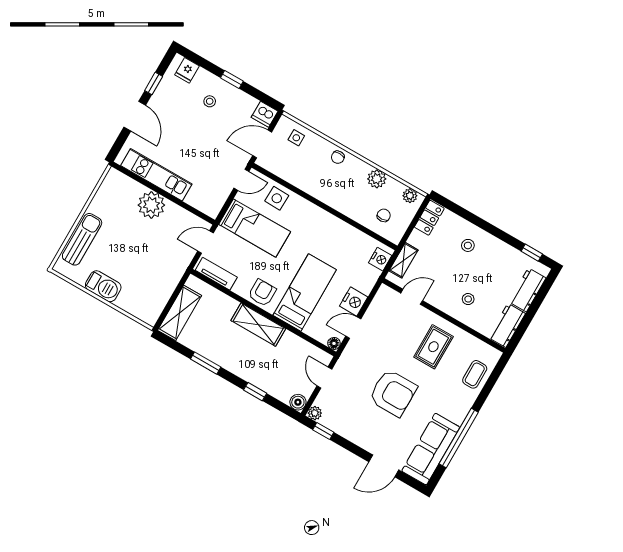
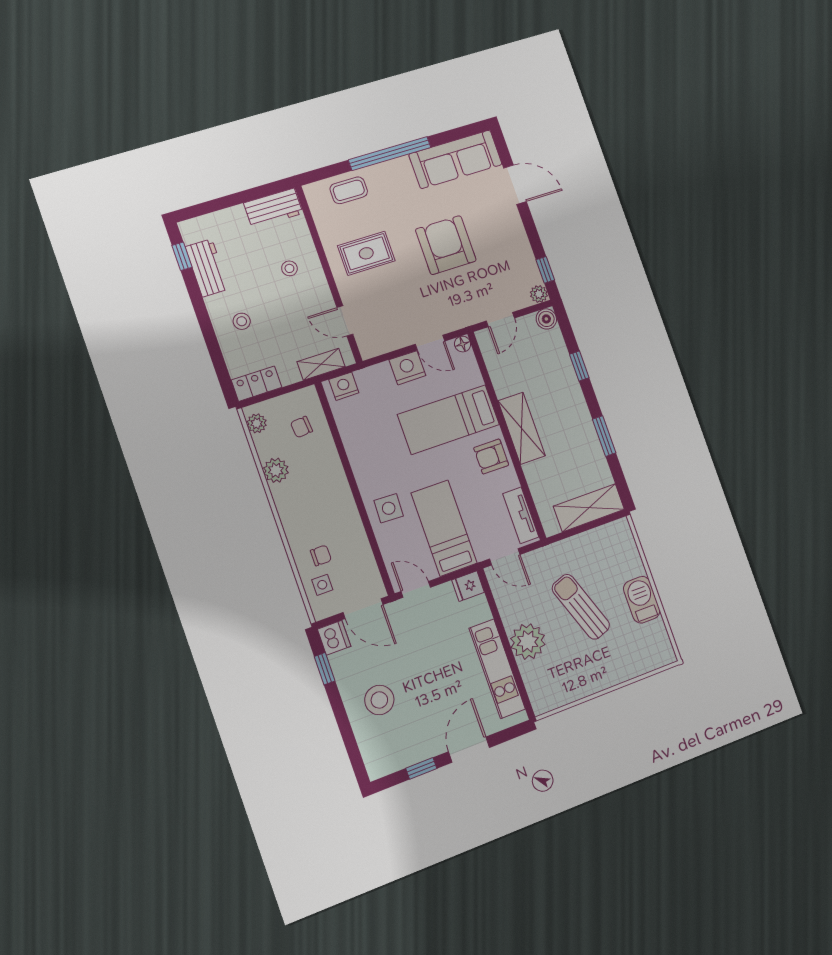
fridge: (187, 70) -> (468, 586), moved, turned 180
window: (232, 80) -> (325, 669), moved
stool: (210, 101) -> (379, 700), width x1.89, depth x1.89
chair: (338, 157) -> (321, 555), moved
side table: (277, 198) -> (389, 508), moved
sun lounger: (82, 239) -> (581, 607), moved, turned 70
workbench: (527, 290) -> (207, 268), moved, turned -90
window: (459, 438) -> (390, 154), moved

